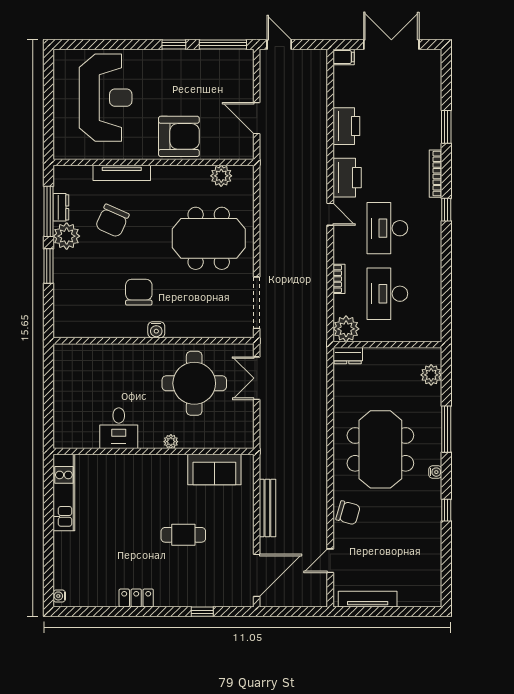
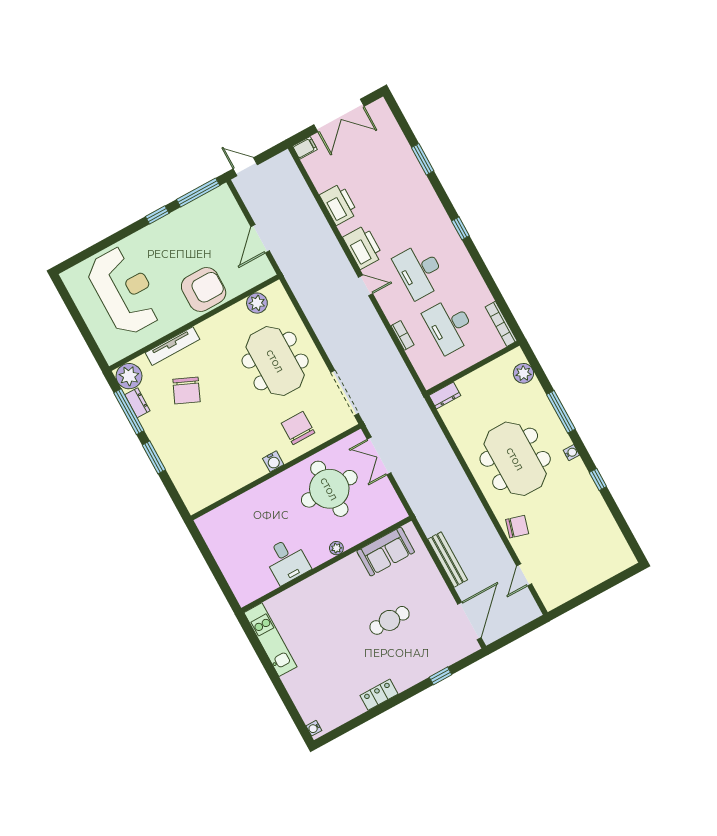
double door: (391, 44) -> (339, 115), swing flipped
door: (257, 118) -> (260, 239), hinge flipped
bookcase: (436, 174) -> (501, 324), moved
plant: (67, 236) -> (129, 376), moved
meeting table: (209, 238) -> (275, 361), turned 90
chair: (139, 292) -> (298, 428), moved
plant: (346, 329) -> (431, 374), removed
tv unit: (368, 599) -> (573, 590), removed

